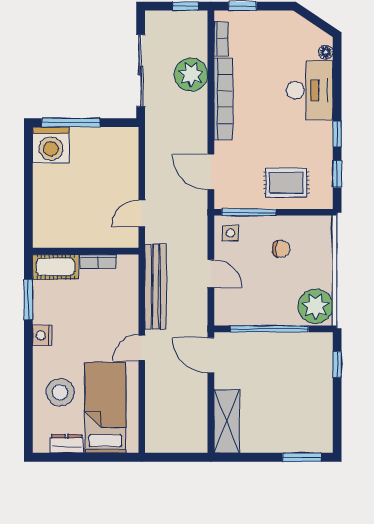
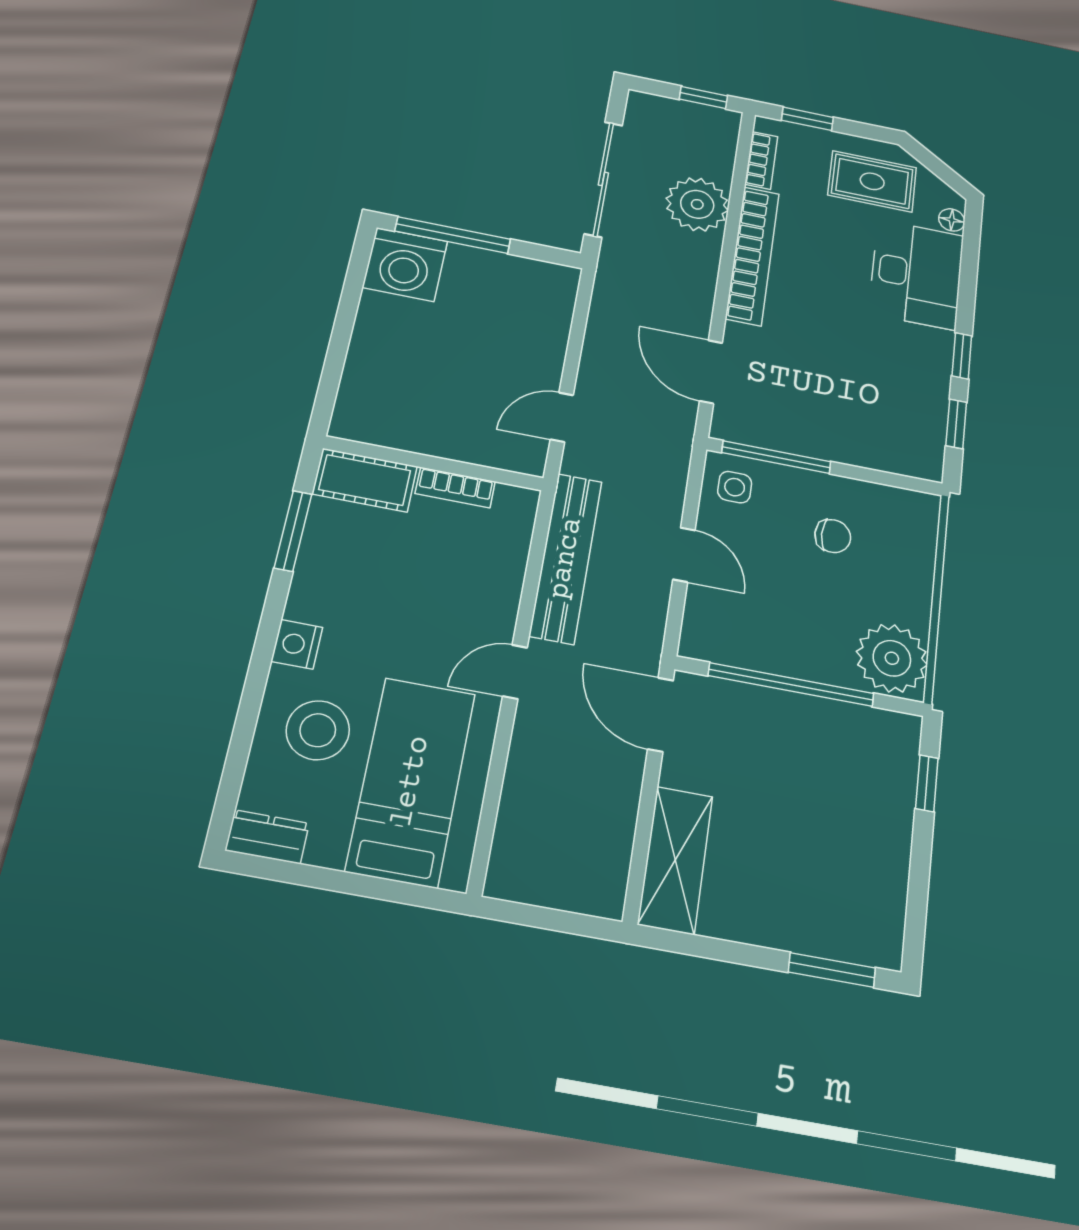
rug: (286, 183) -> (872, 181), moved
nightstand: (42, 335) -> (297, 644), moved
dresser: (67, 444) -> (267, 837), moved

